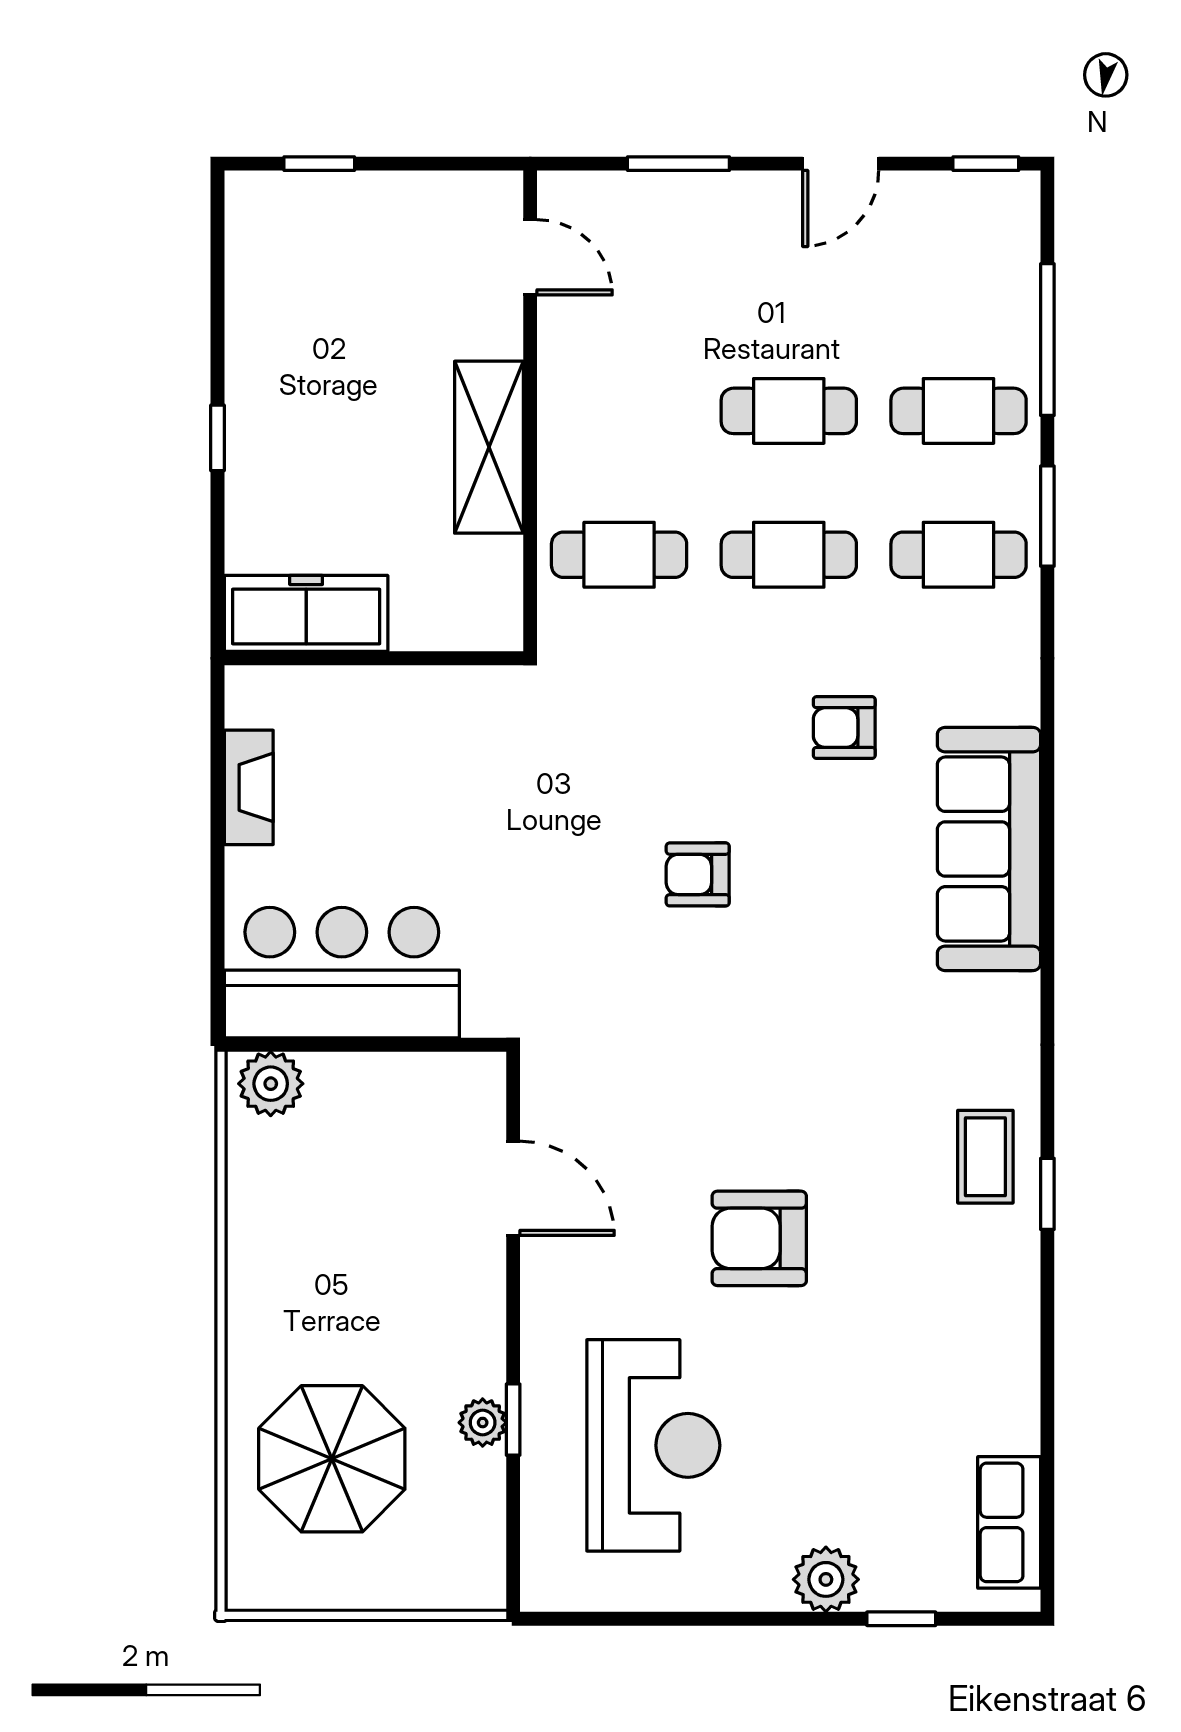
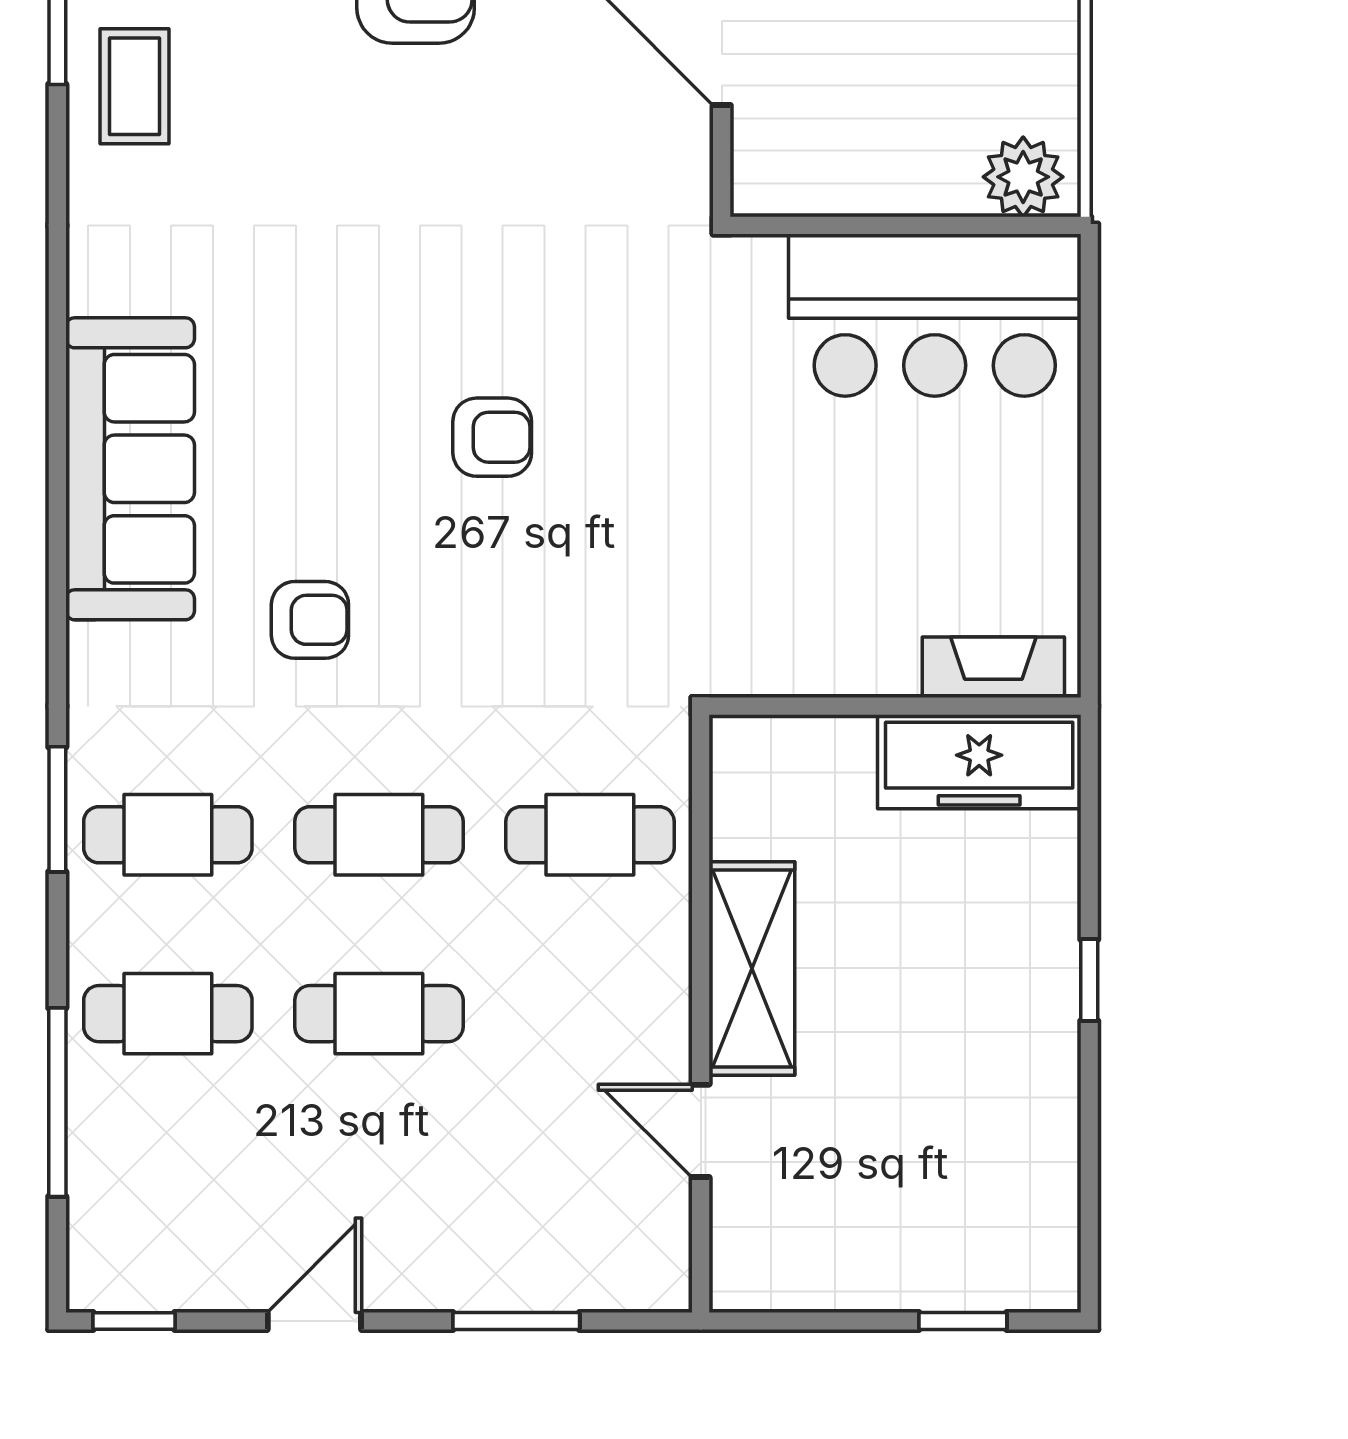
door: (530, 257) -> (701, 1131), moved
window: (1047, 516) -> (57, 809), moved
fireplace: (249, 787) -> (993, 667), moved, turned 90

